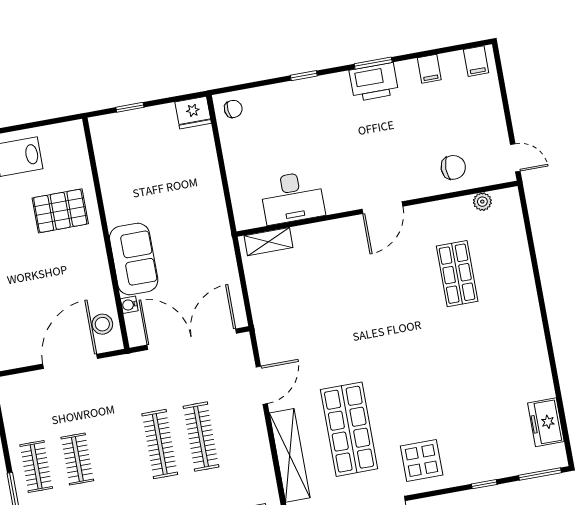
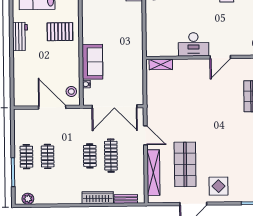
desk: (292, 198) -> (193, 44), moved
double door: (192, 339) -> (114, 106), swing flipped
door: (70, 361) -> (52, 107), hinge flipped
door: (262, 385) -> (145, 135), hinge flipped
clothes rail: (160, 444) -> (90, 156), width x0.73

